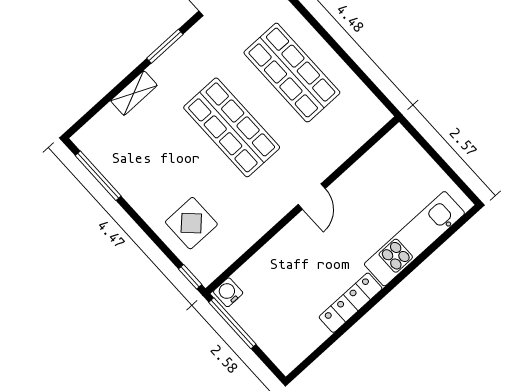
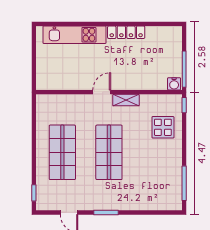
shelving: (134, 93) -> (126, 100), moved

